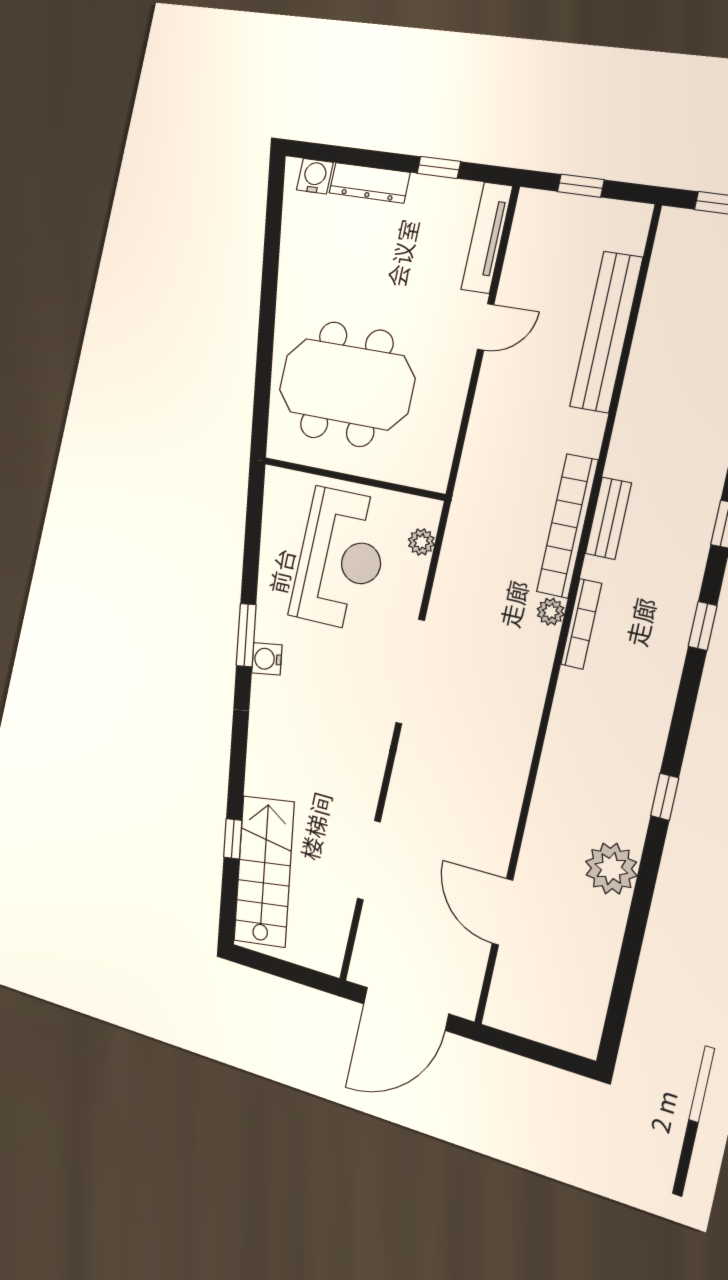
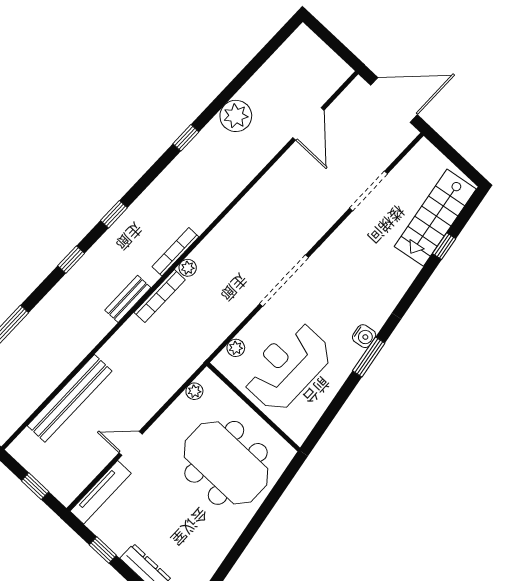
plant: (442, 450) -> (194, 391), added
bookcase: (567, 526) -> (160, 296), width x0.68, depth x0.76

